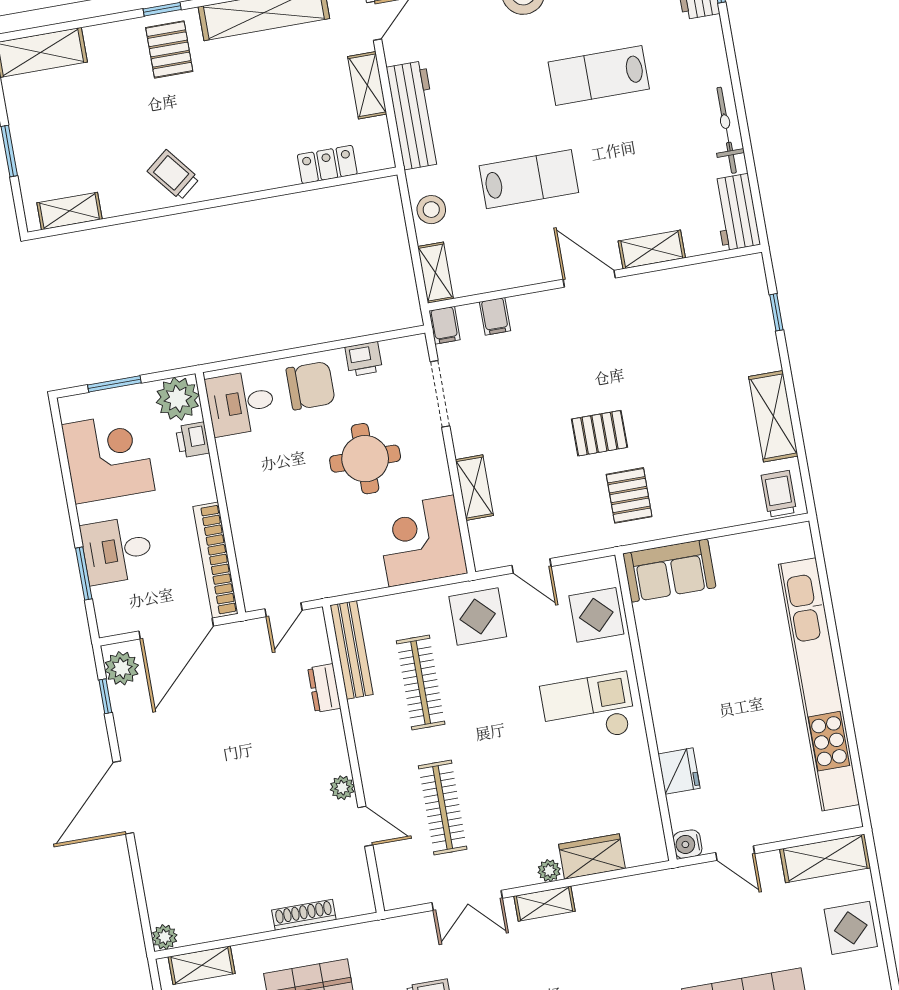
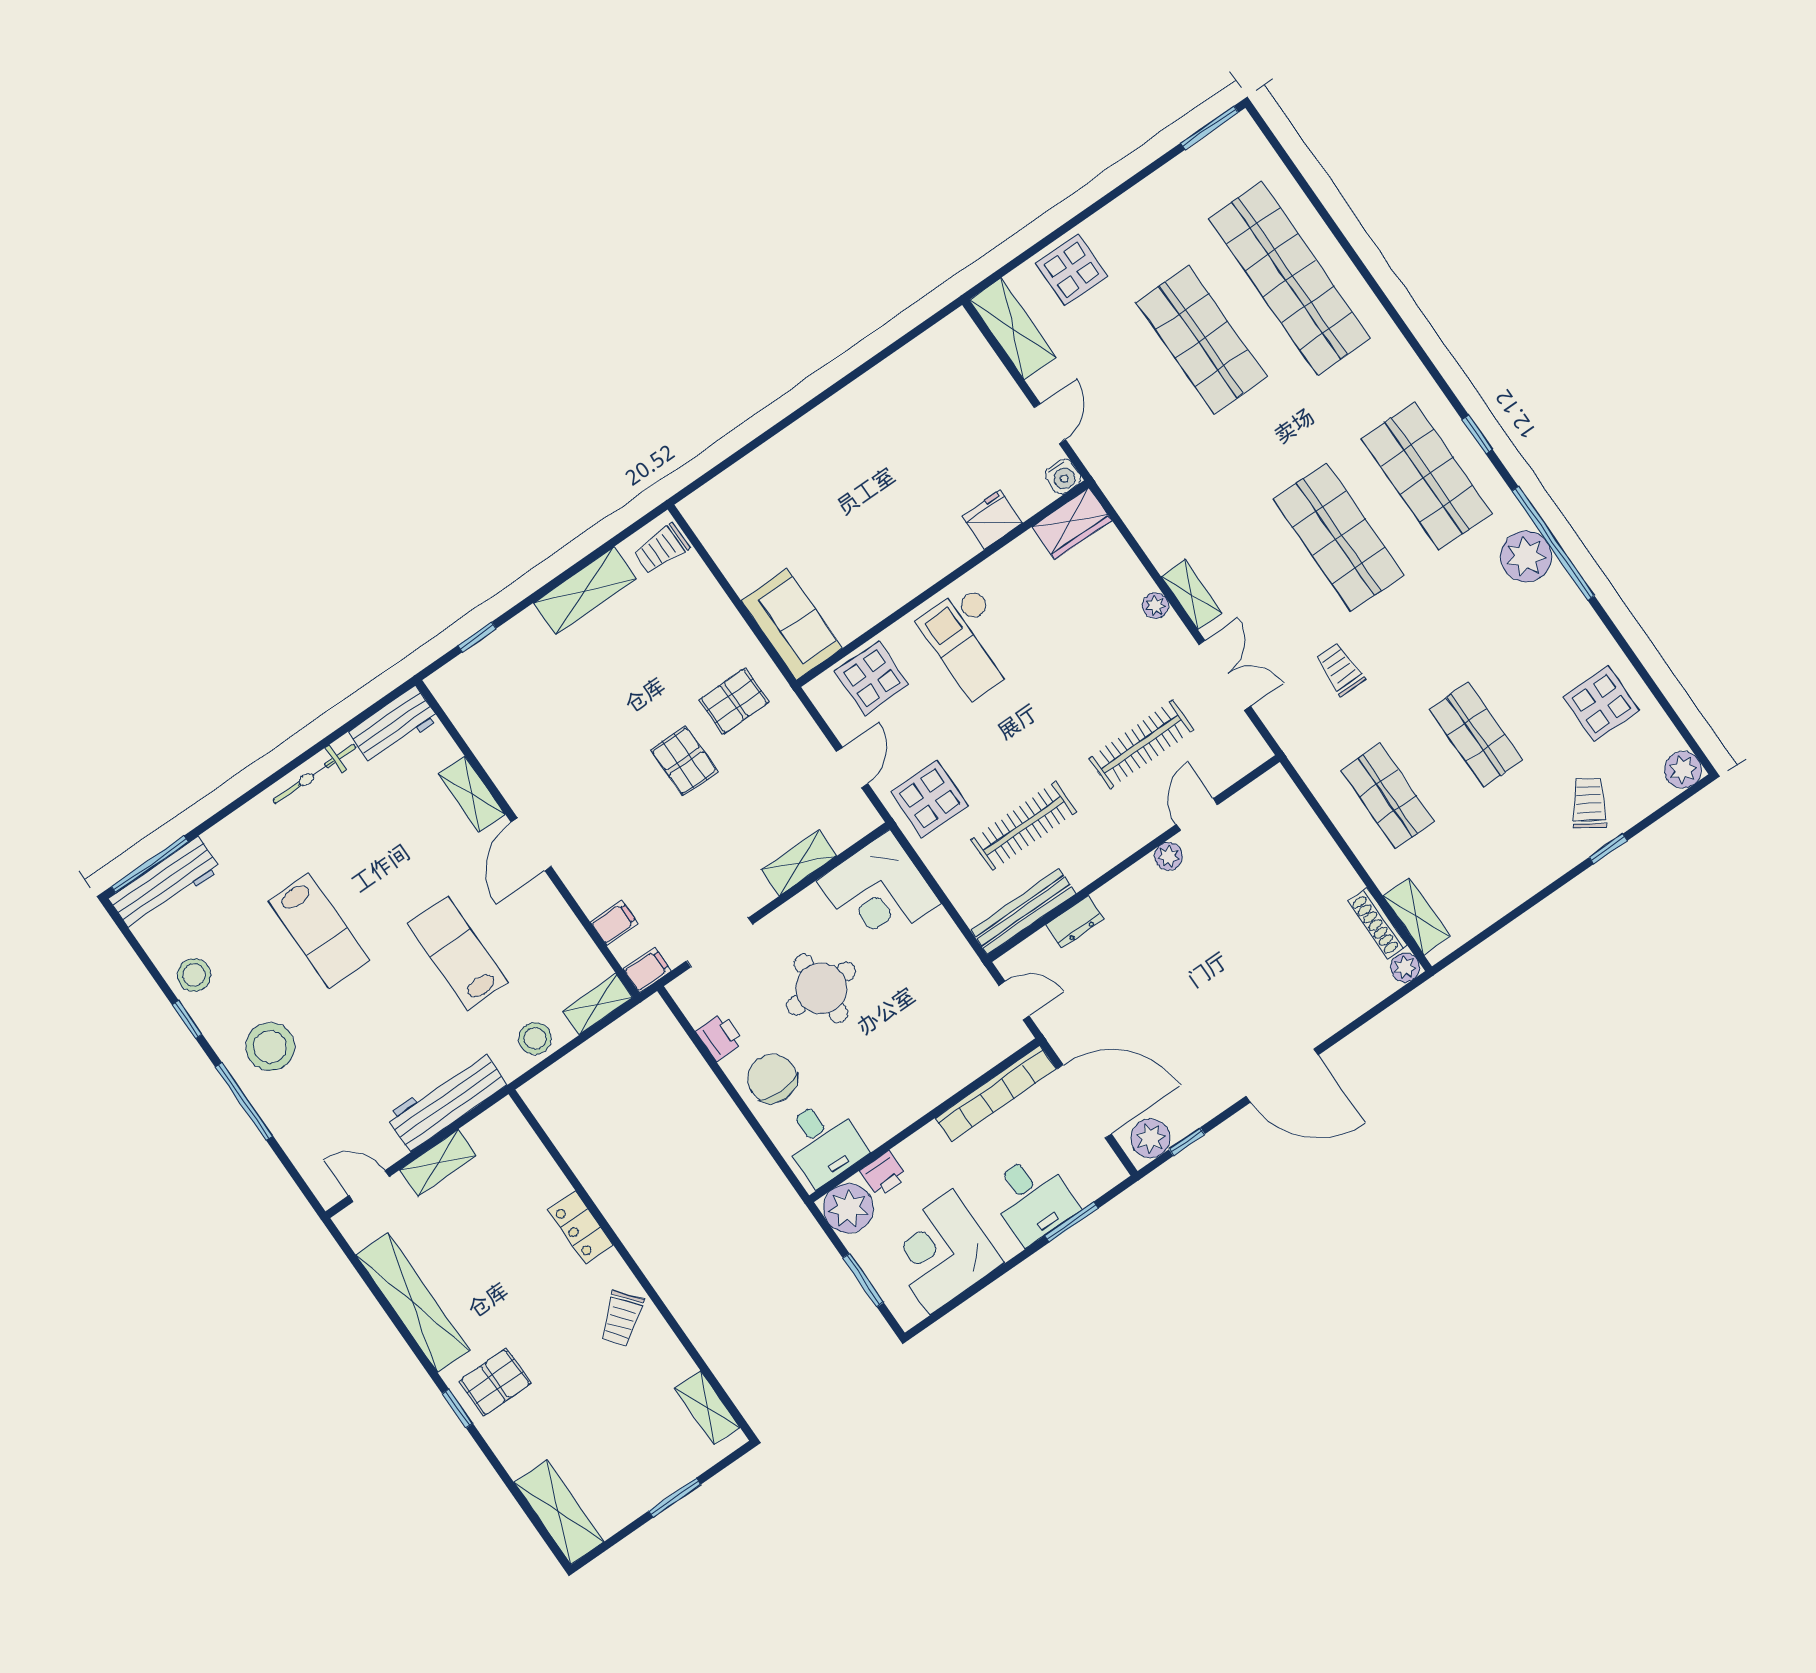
locker: (327, 164) -> (581, 1227), moved
kitchen unit: (819, 684) -> (837, 418), removed
wardrobe: (592, 856) -> (1072, 523), moved, turned -90
shoe rack: (304, 915) -> (1378, 923), moved

